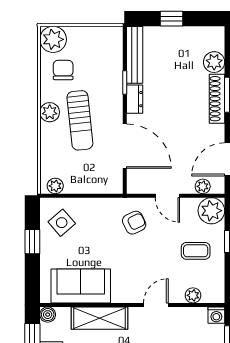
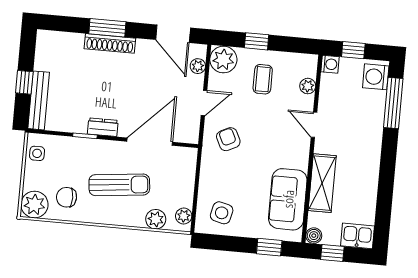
side table: (103, 37) -> (37, 153), added
bench: (135, 55) -> (39, 100), moved, turned 90
plant: (214, 62) -> (72, 43), removed
plant: (50, 112) -> (156, 219), moved
side table: (62, 223) -> (222, 213), turned -35
window: (32, 242) -> (269, 247), moved

